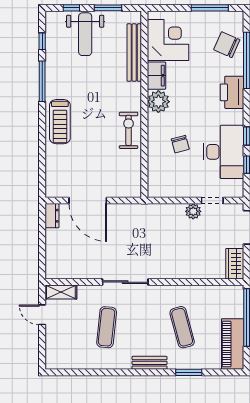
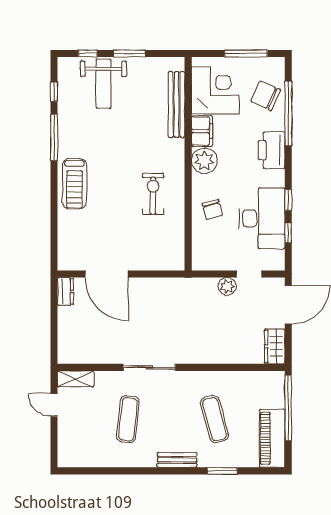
corner desk: (168, 40) -> (215, 90), moved
bench: (134, 53) -> (177, 105), moved
filing cabinet: (156, 76) -> (202, 131), moved
plant: (158, 102) -> (204, 161), moved
wall: (144, 104) -> (188, 164), moved

